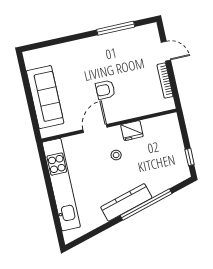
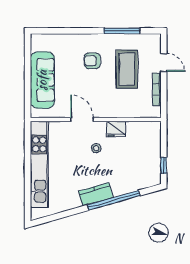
coffee table: (130, 66) -> (127, 69), added
armchair: (105, 90) -> (92, 61), moved
door: (95, 128) -> (82, 119), hinge flipped
kitchen counter: (126, 202) -> (96, 194), width x0.67

